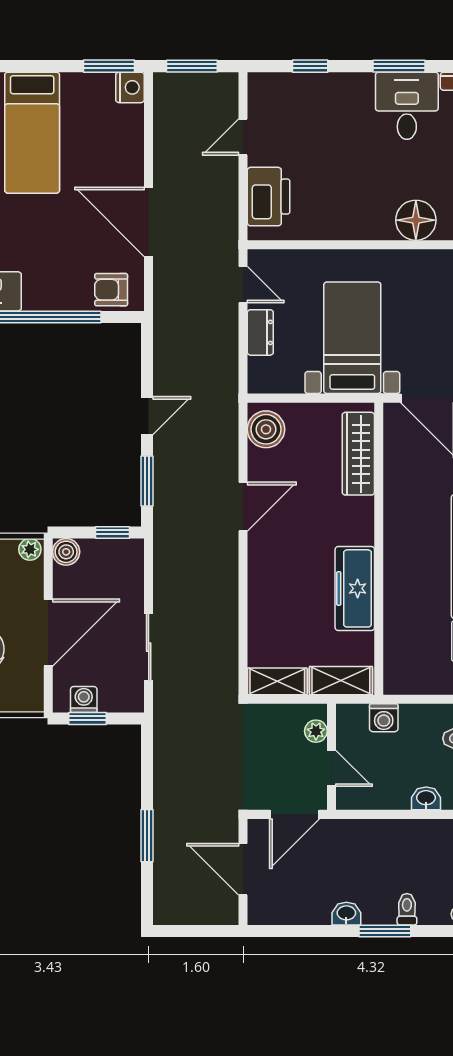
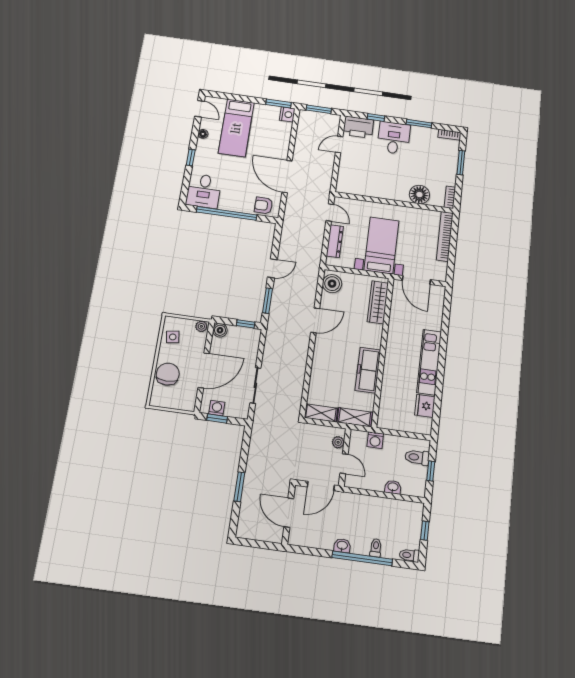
desk: (407, 106) -> (394, 138), moved
printer: (269, 197) -> (358, 127), moved, turned 90
dresser: (260, 332) -> (335, 241), width x1.44
window: (385, 931) -> (362, 558), width x2.11

